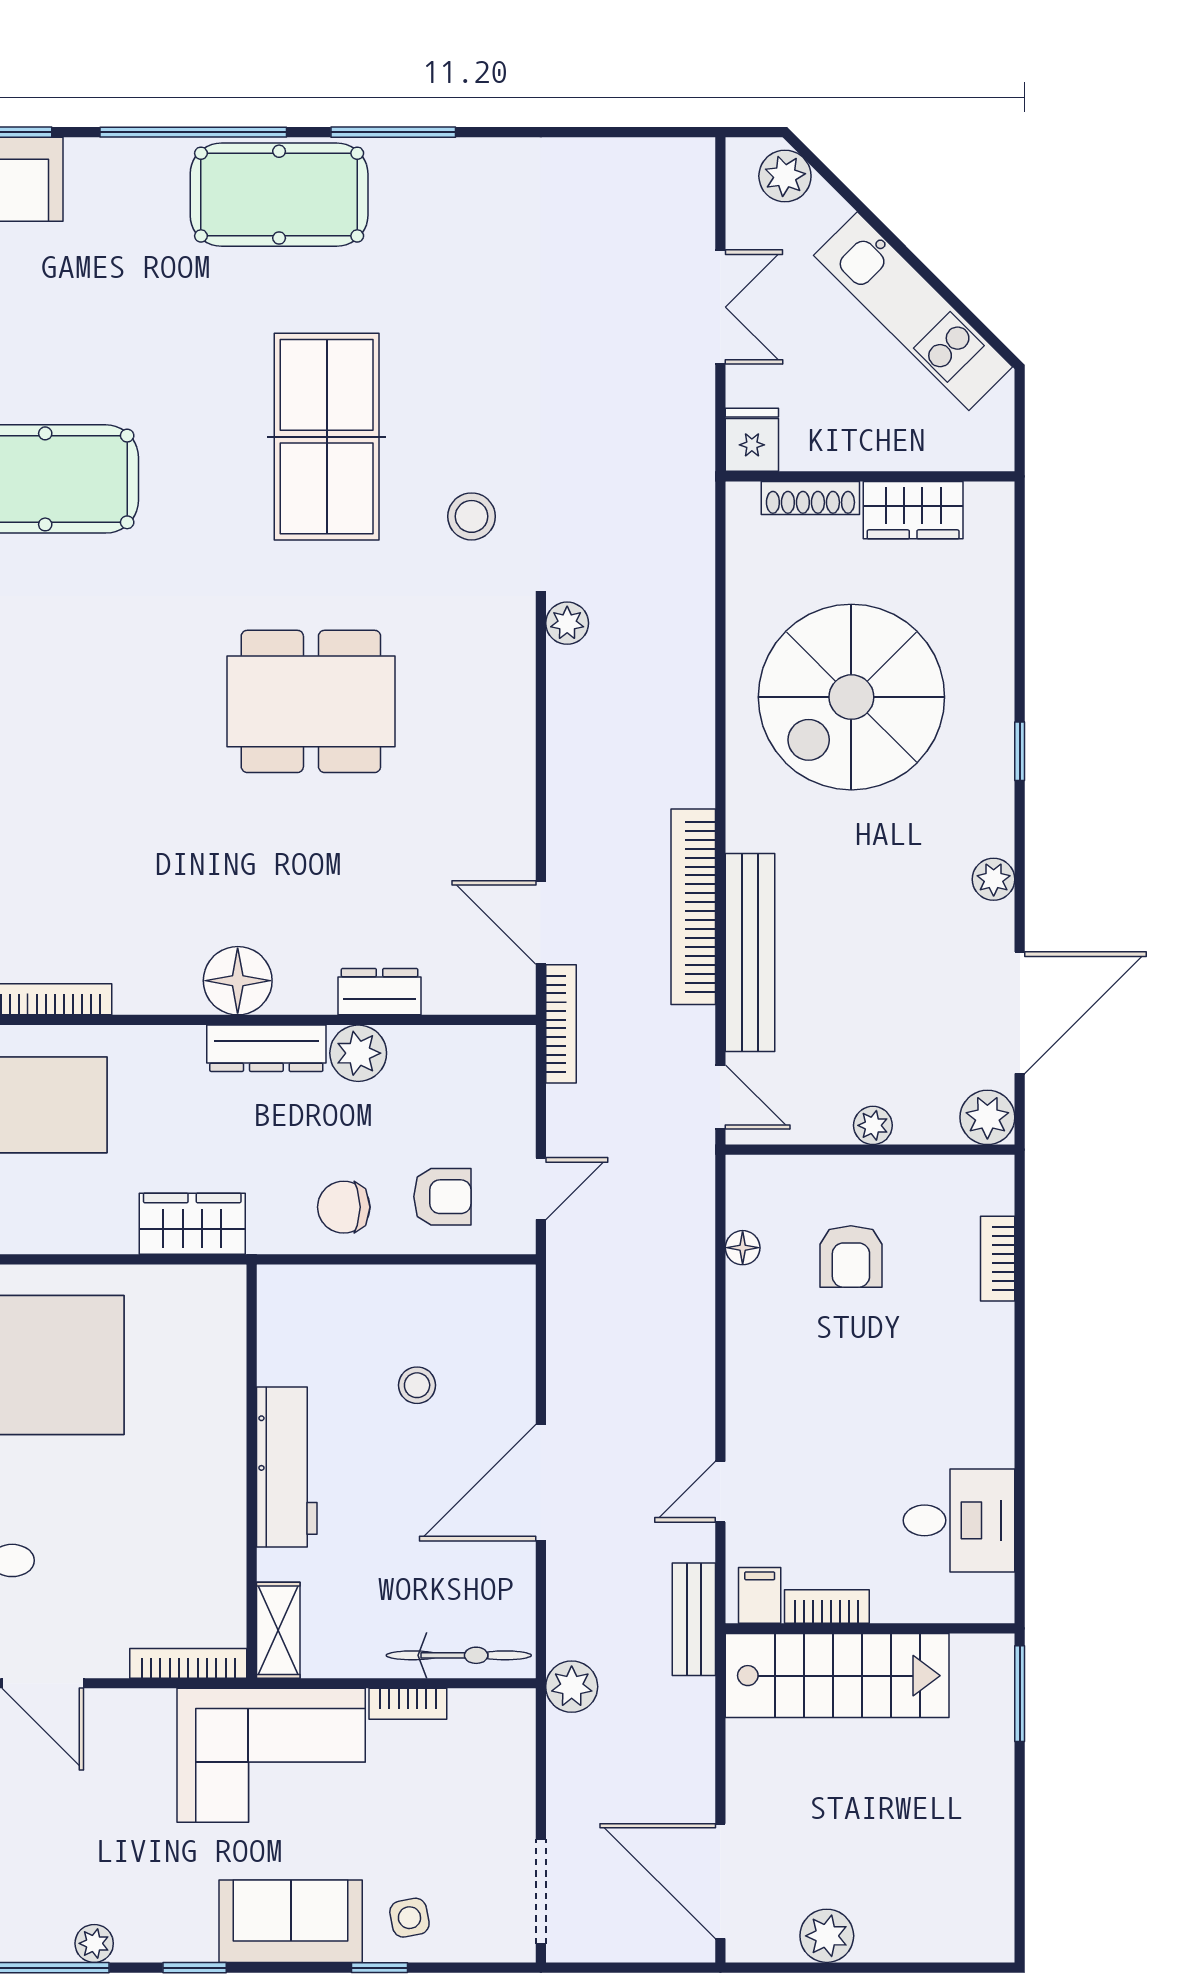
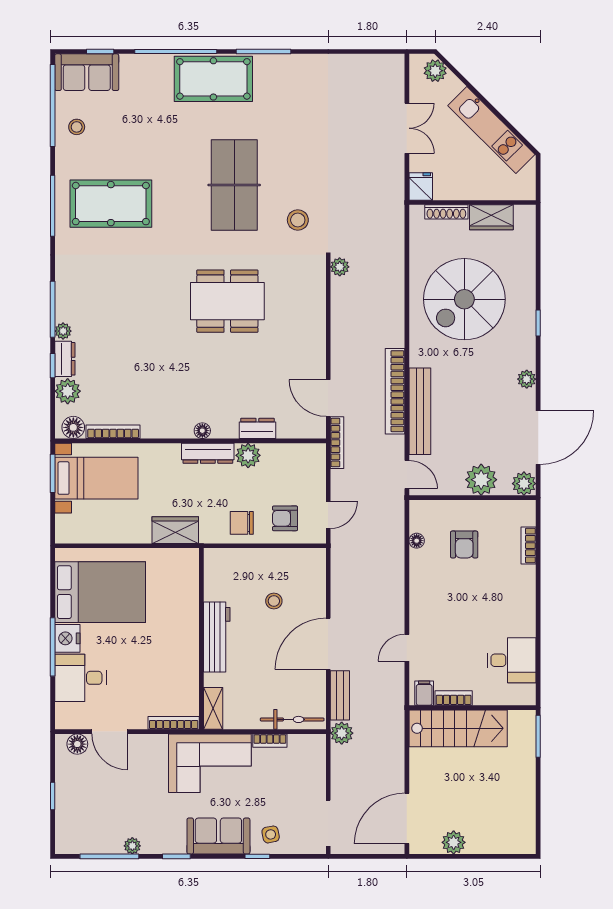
floor lamp: (238, 981) -> (202, 431), width x0.53, depth x0.53
plant: (873, 1125) -> (481, 480), width x1.88, depth x1.88
armchair: (442, 1197) -> (285, 518), turned 180
bench: (694, 1619) -> (340, 695), moved
door: (720, 1881) -> (407, 818), hinge flipped

